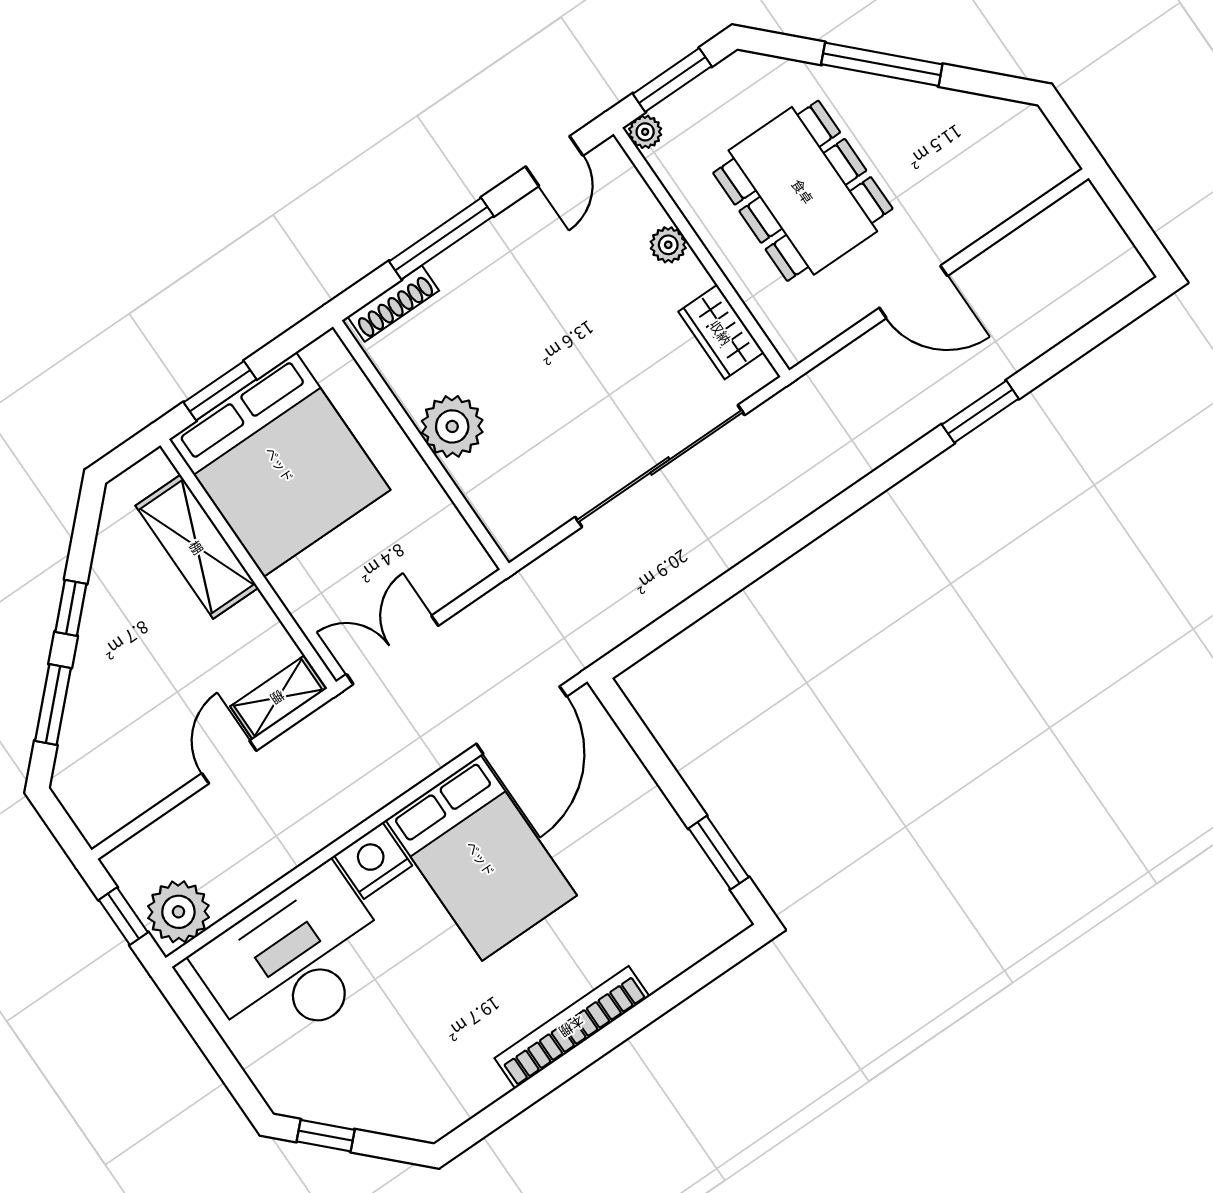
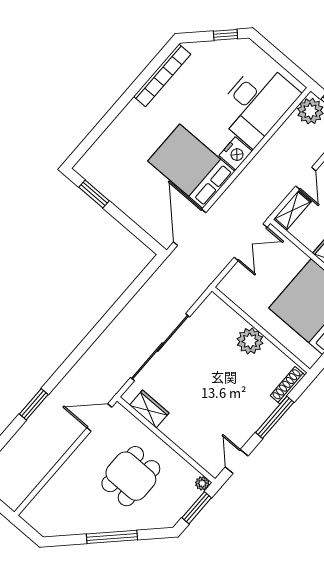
dining table: (803, 191) -> (131, 476), width x0.73
plant: (668, 245) -> (181, 439), removed
door: (913, 292) -> (99, 417), moved
bookcase: (572, 1027) -> (162, 75), moved

